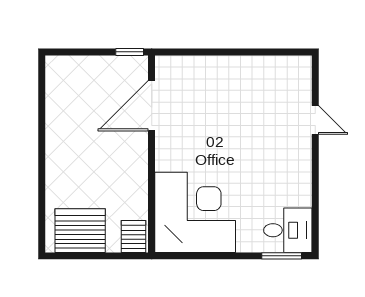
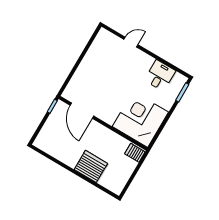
desk: (288, 230) -> (160, 75), moved
server rack: (80, 231) -> (91, 166), moved, turned 90

